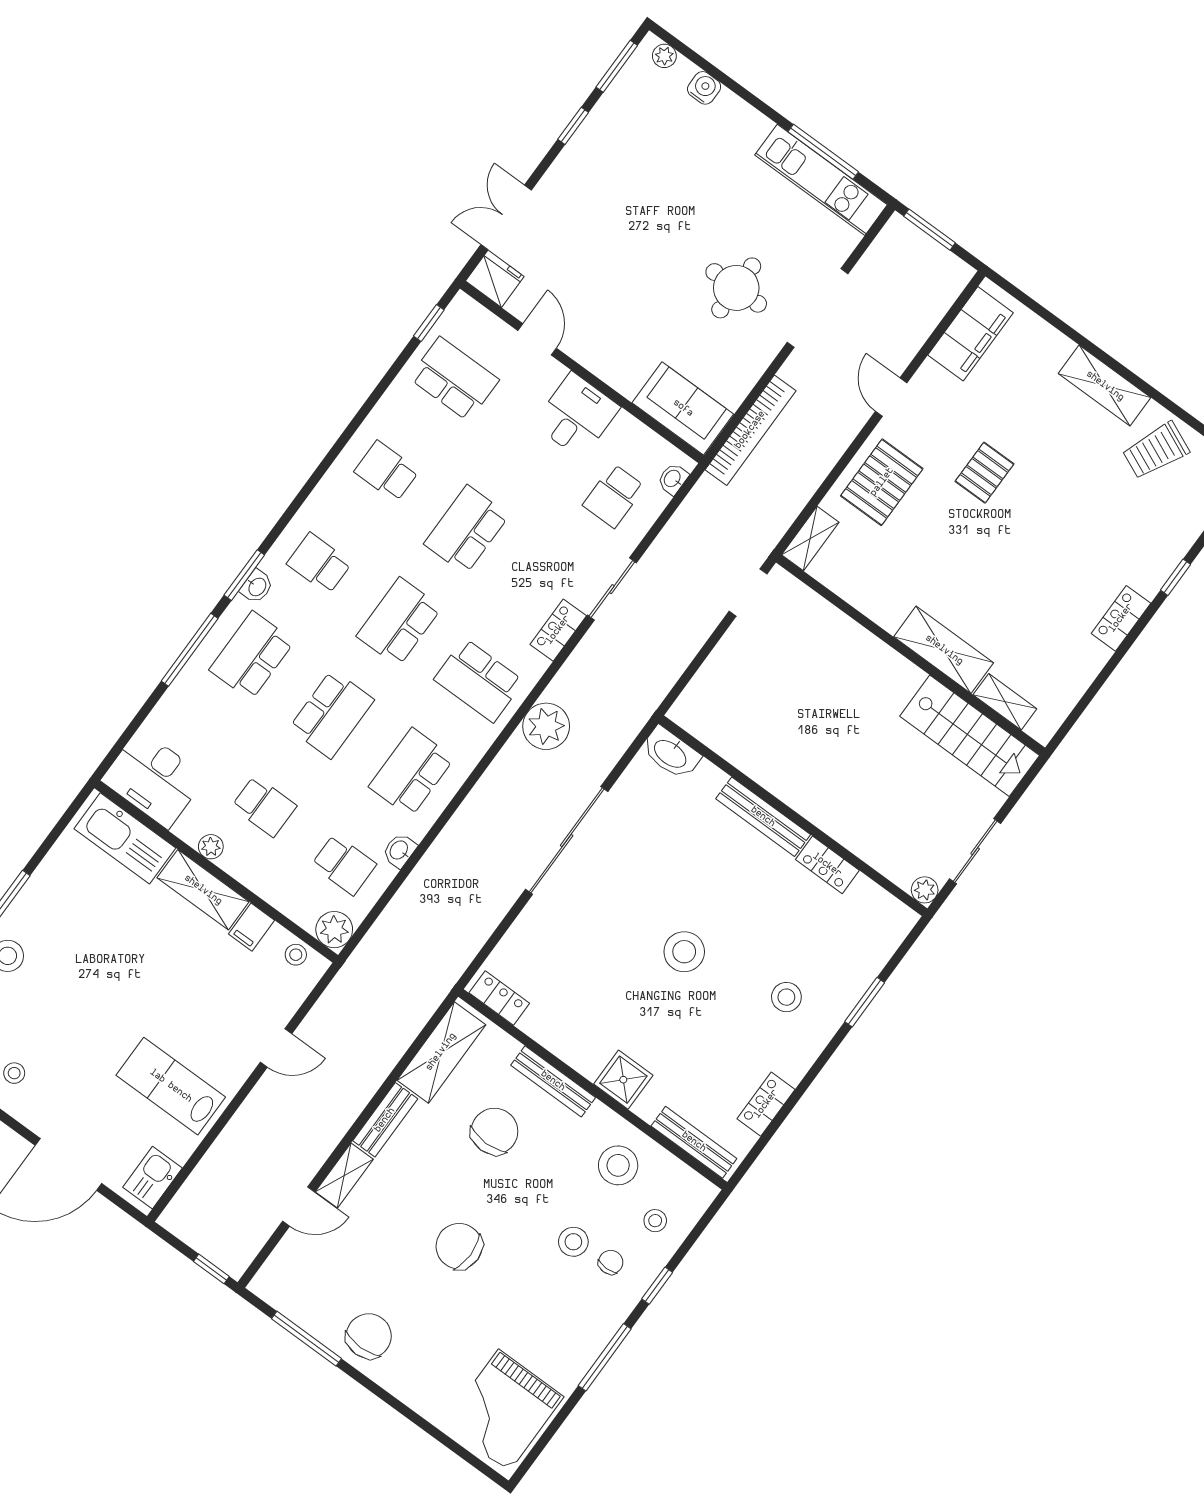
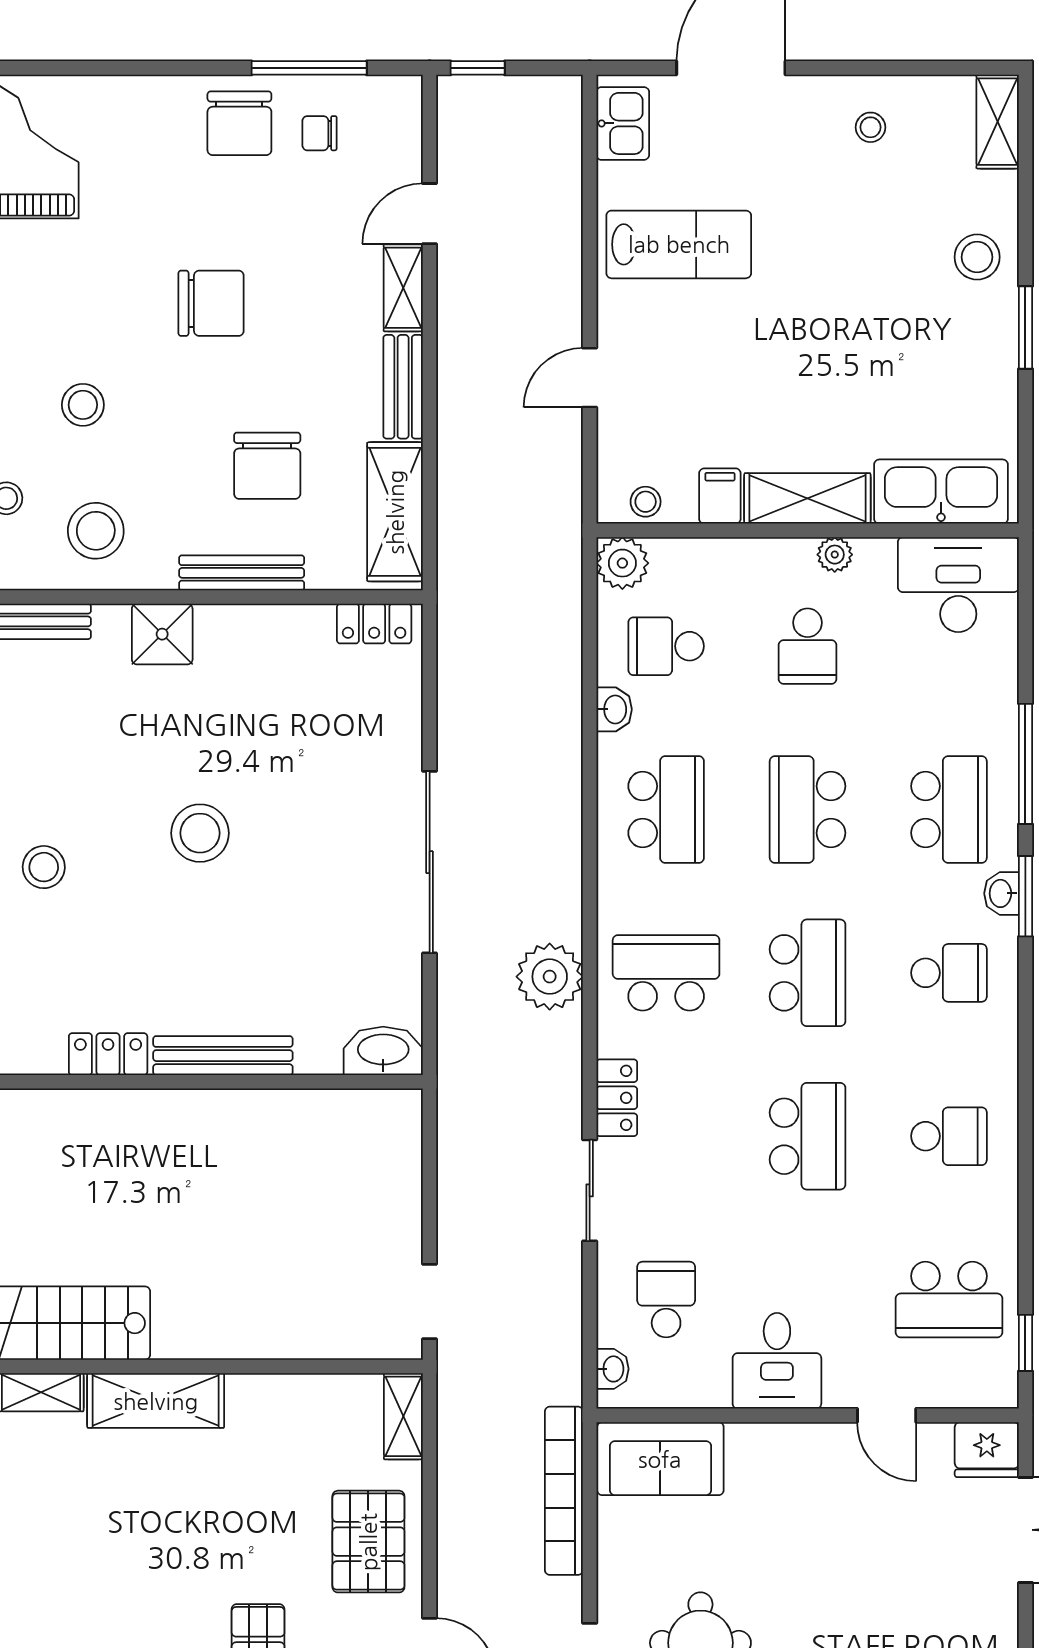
school desk: (264, 806) -> (808, 646), turned -90
chair: (611, 1262) -> (319, 133), moved, turned 90

